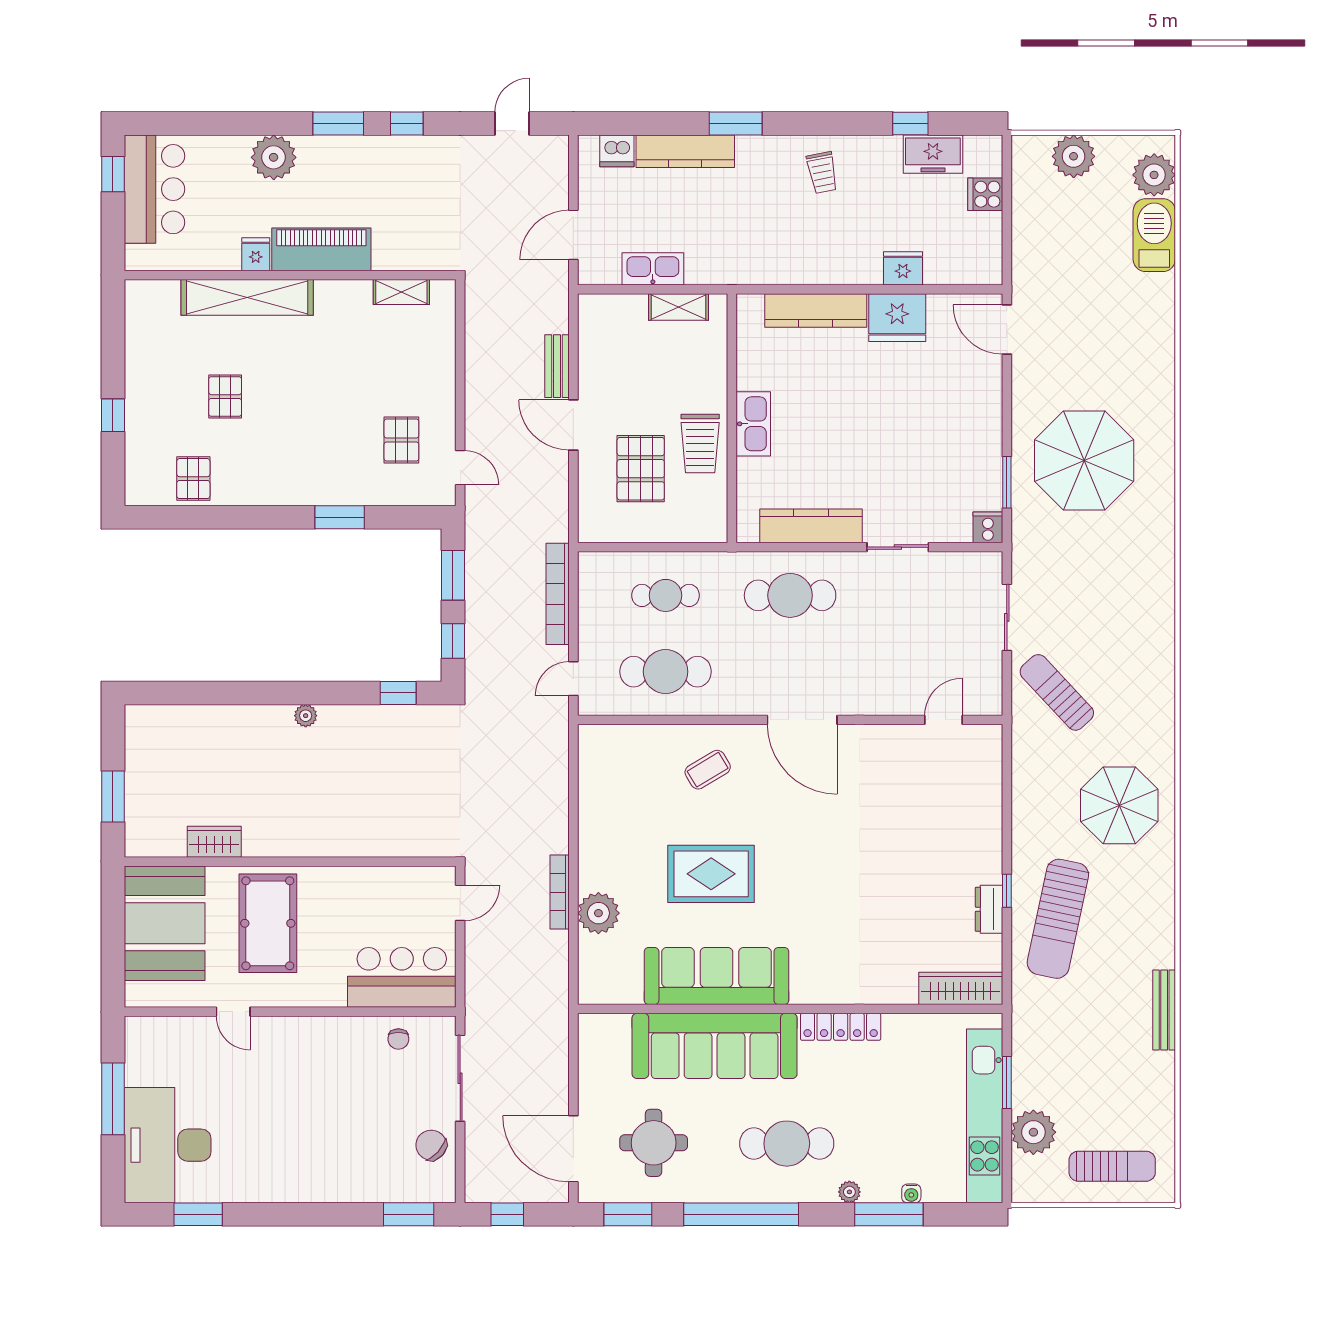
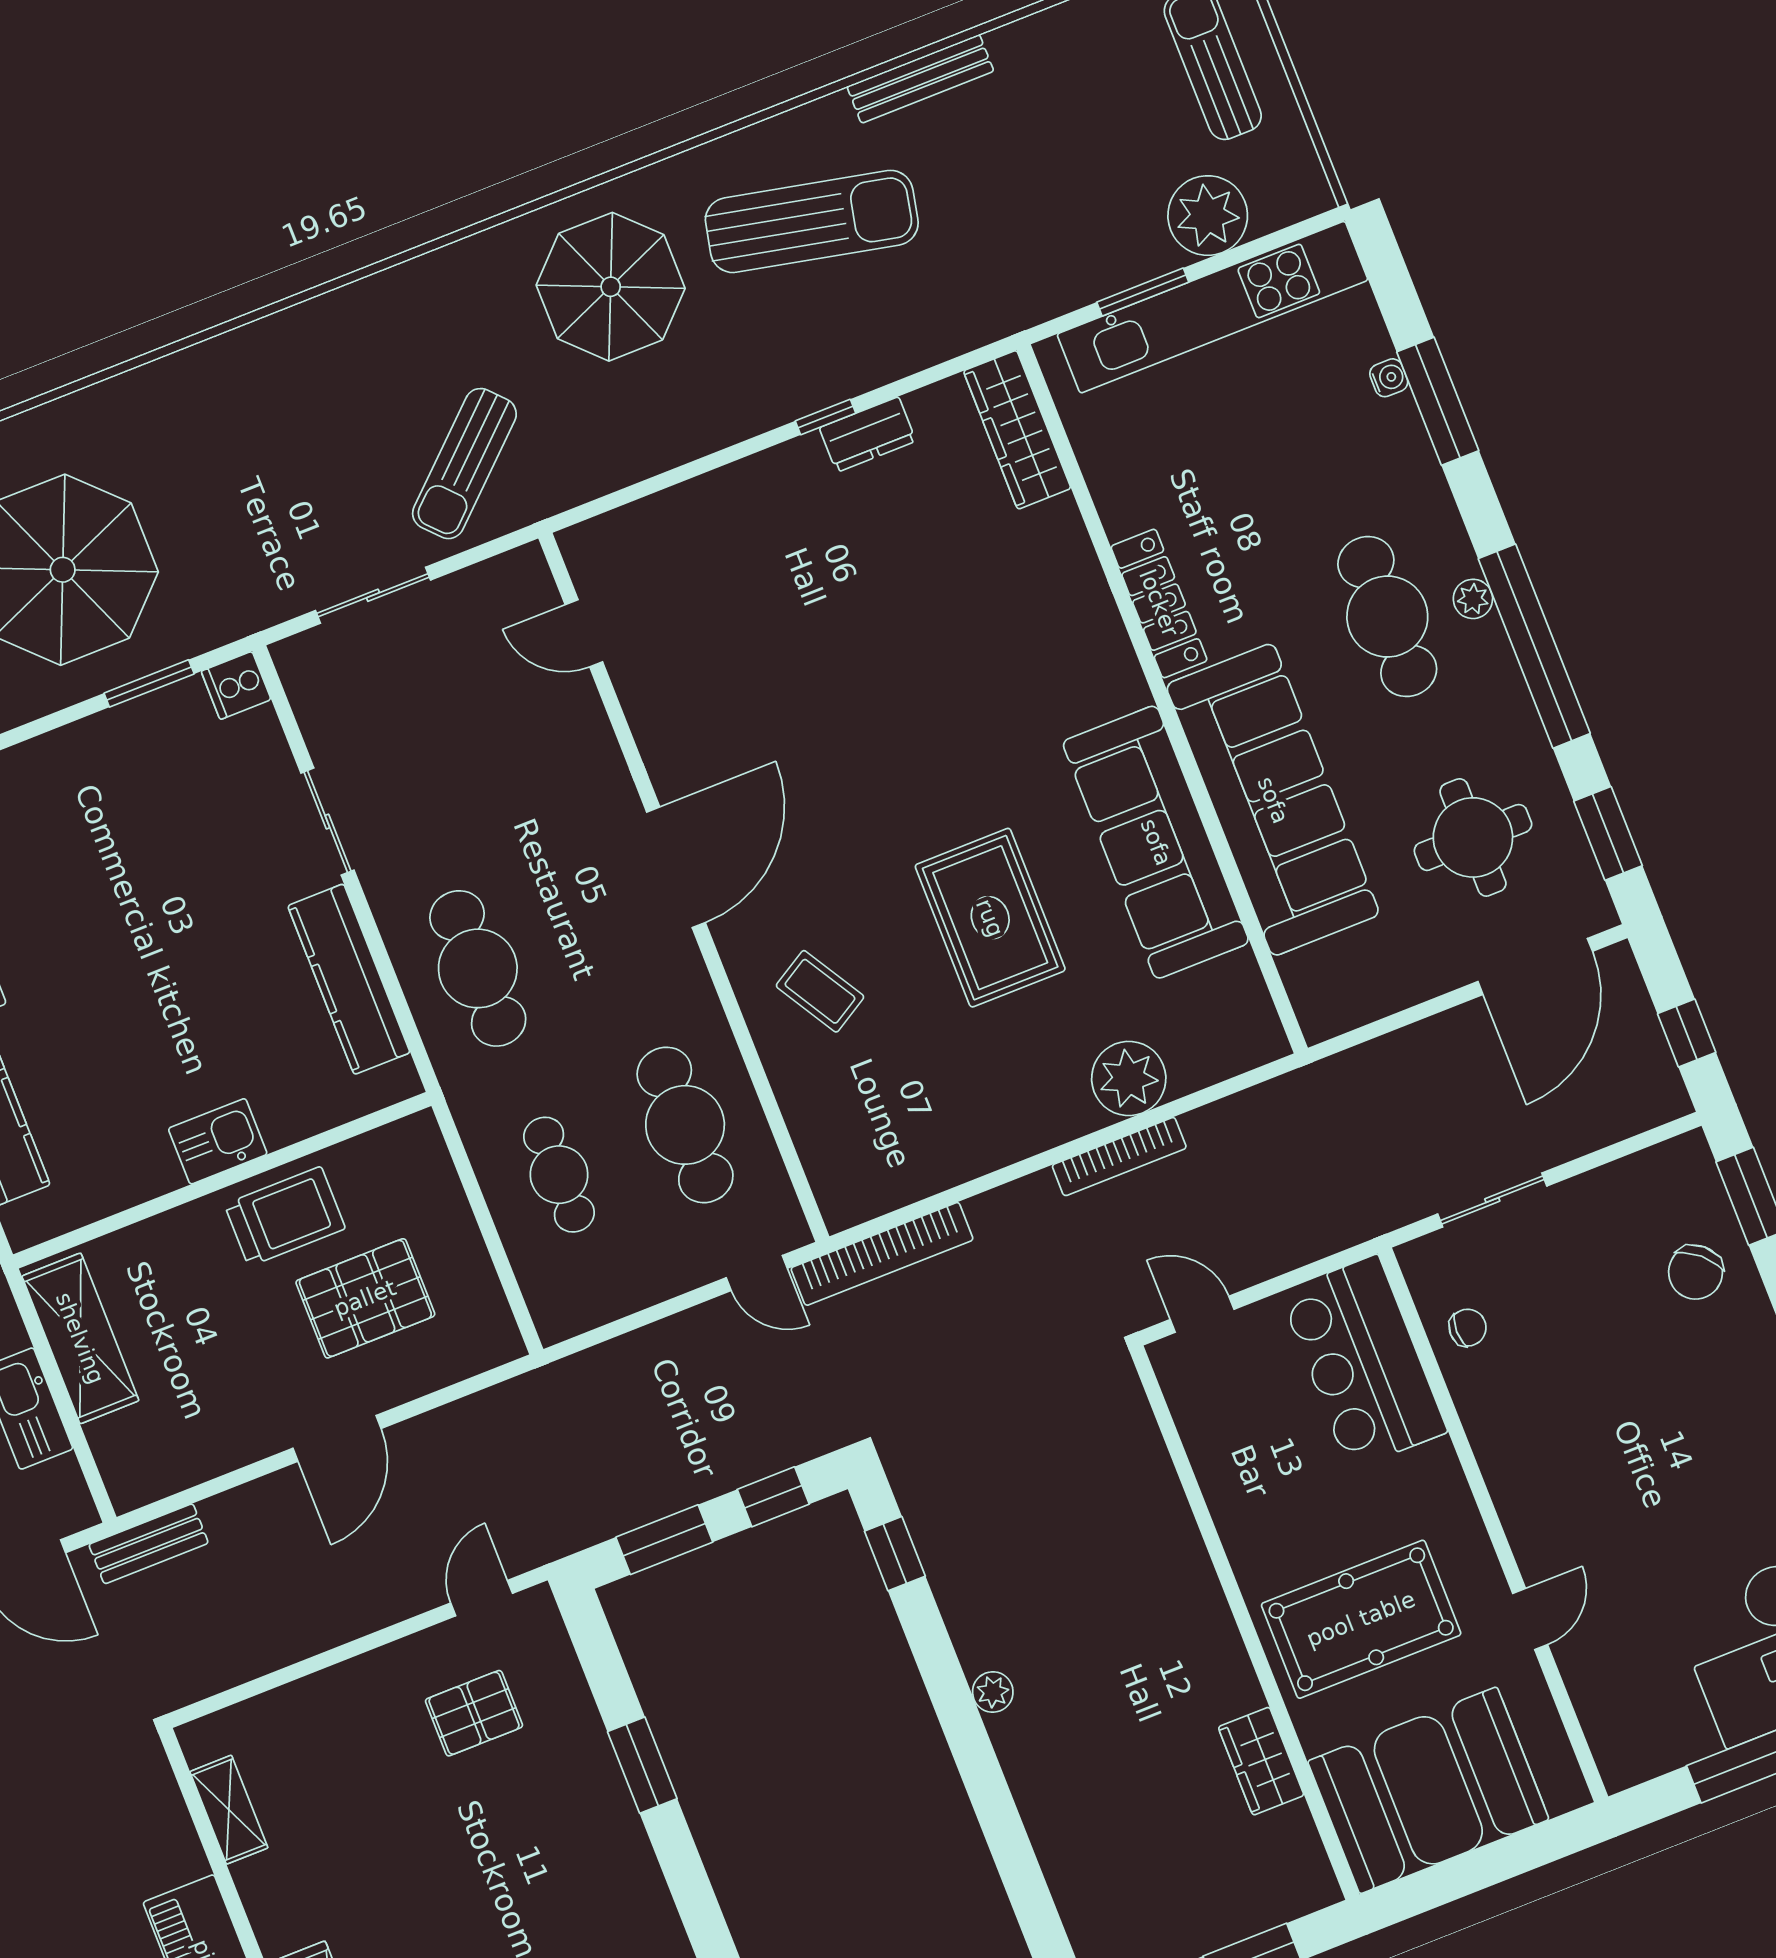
shelving: (678, 307) -> (80, 1338), width x1.50, depth x1.33
bench: (557, 366) -> (149, 1544), moved
kitchen sink: (753, 424) -> (218, 1141), width x0.73
bookcase: (558, 594) -> (882, 1254), moved
sun lounger: (1058, 919) -> (812, 221), moved
sliding door: (460, 1078) -> (1492, 1200), width x0.73
chair: (431, 1145) -> (1696, 1272), moved
plant: (849, 1192) -> (1473, 599), moved

